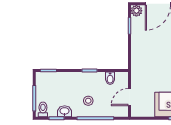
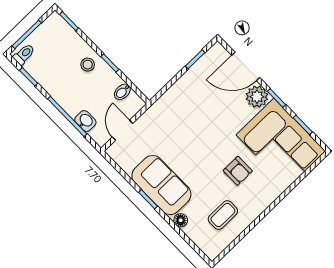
plant: (136, 11) -> (217, 51), removed
door: (130, 97) -> (123, 130), hinge flipped
stool: (88, 101) -> (88, 65), moved
washbasin: (65, 111) -> (85, 121), moved

